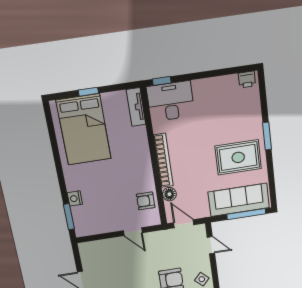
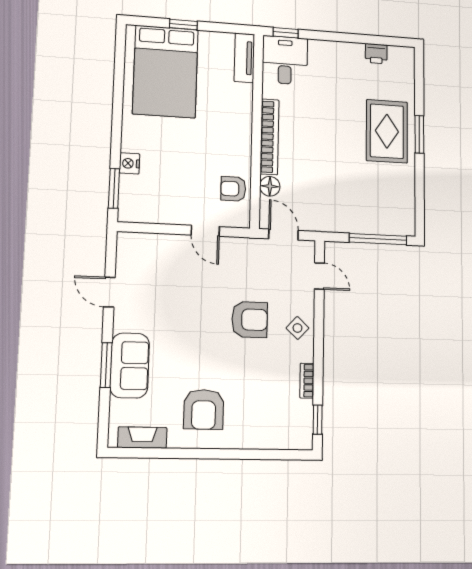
printer: (247, 79) -> (376, 54), moved
desk: (171, 101) -> (285, 60), width x0.73
rug: (238, 157) -> (387, 131), moved, turned 90
sofa: (239, 200) -> (370, 216), removed

